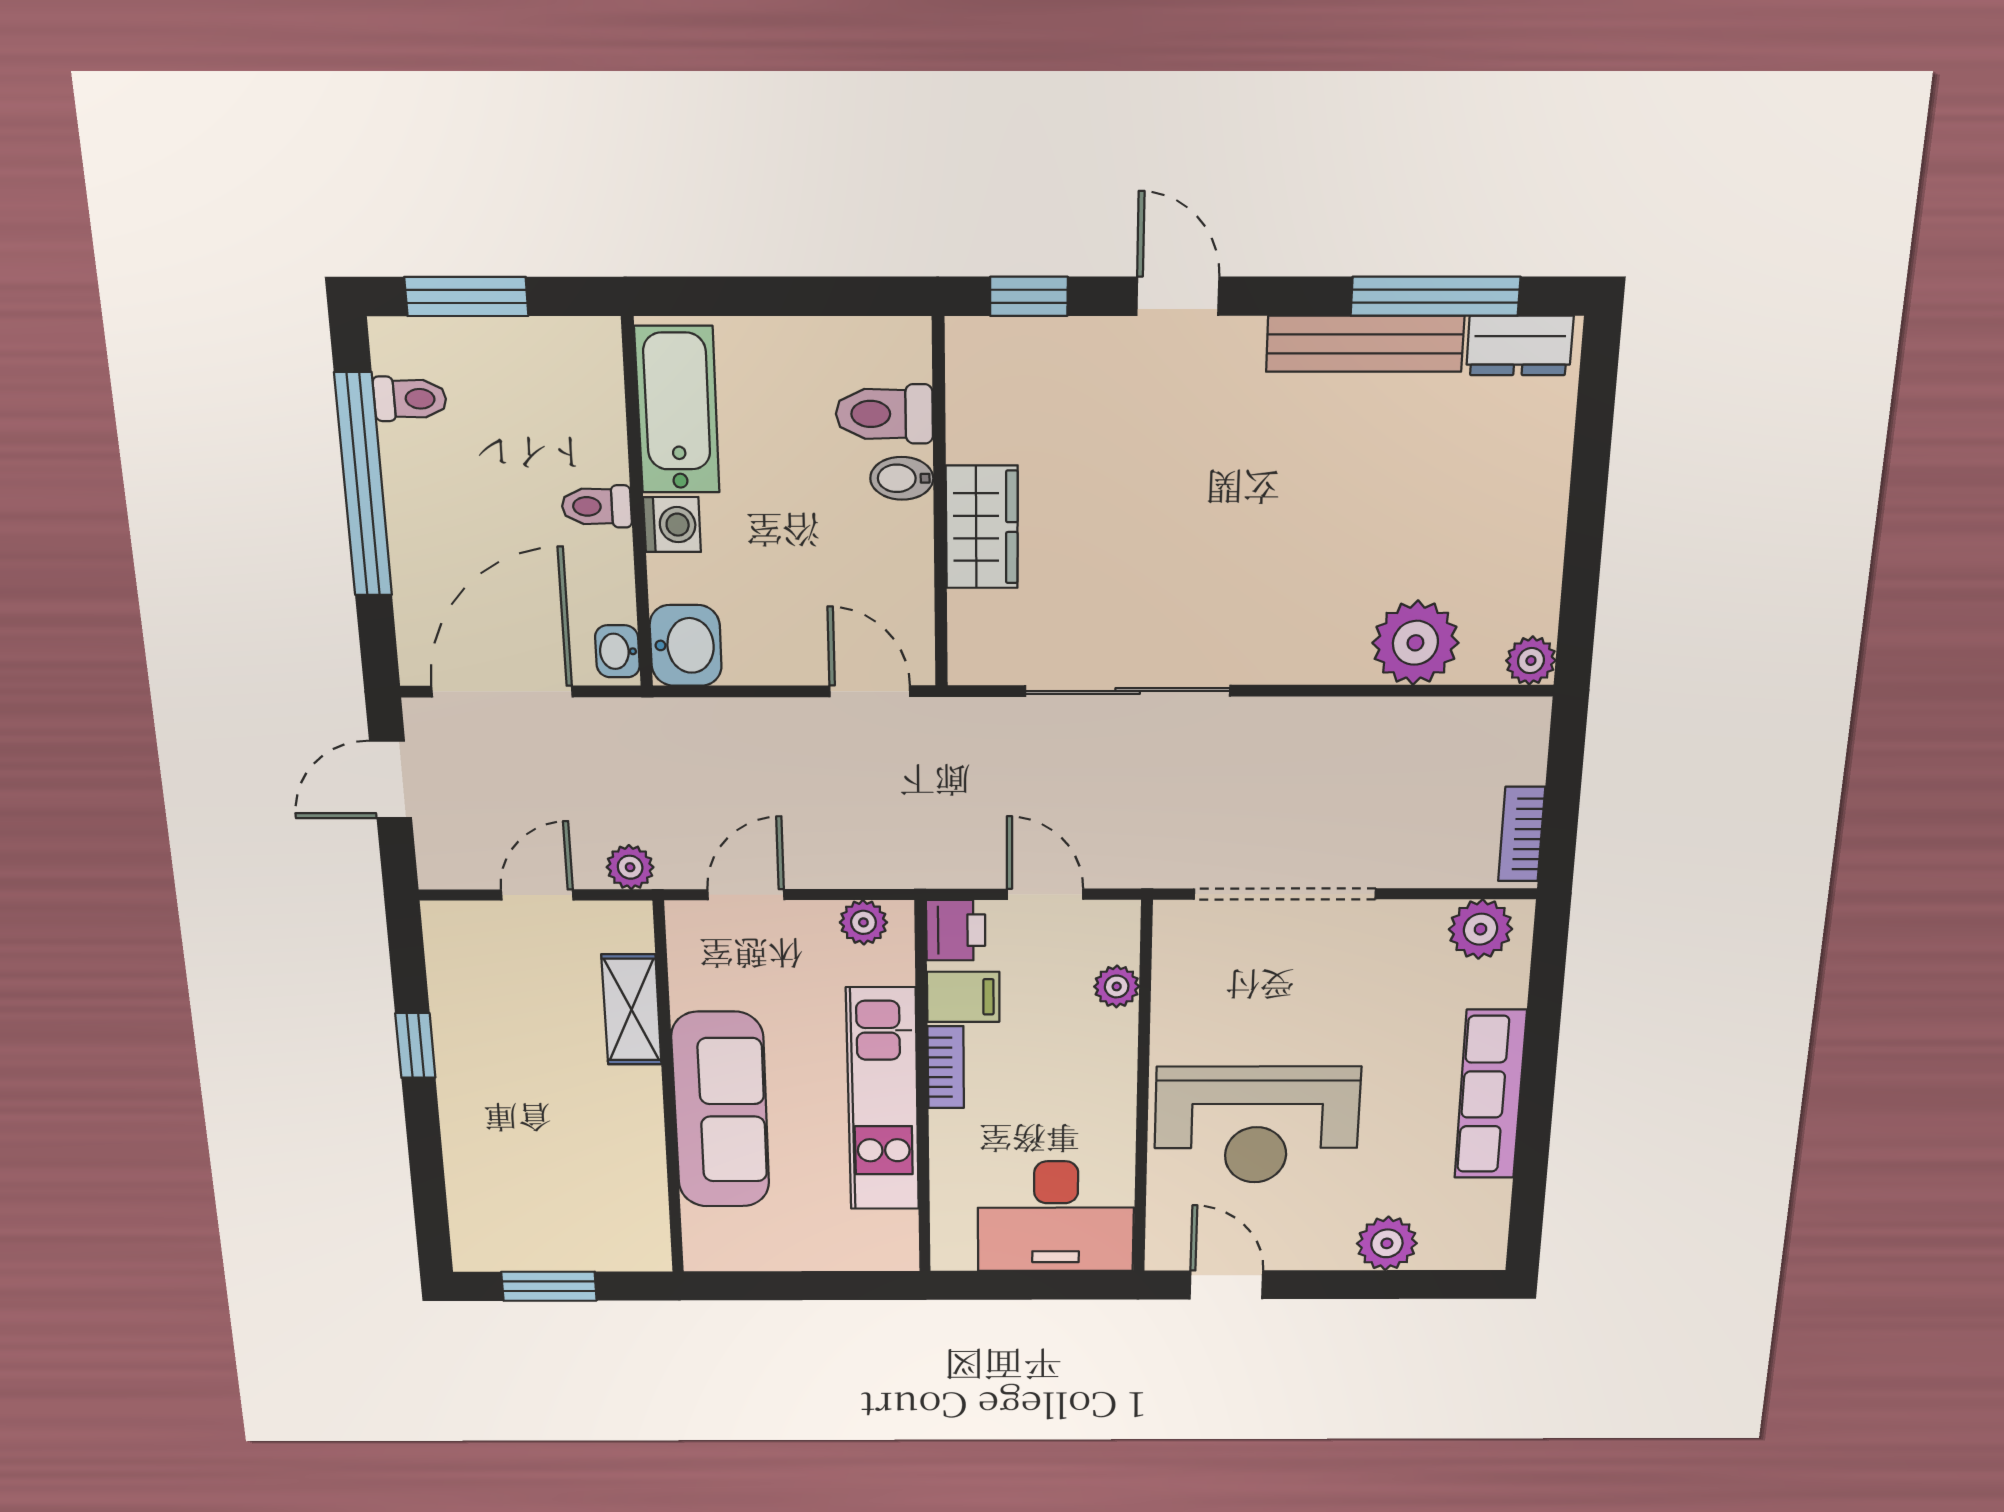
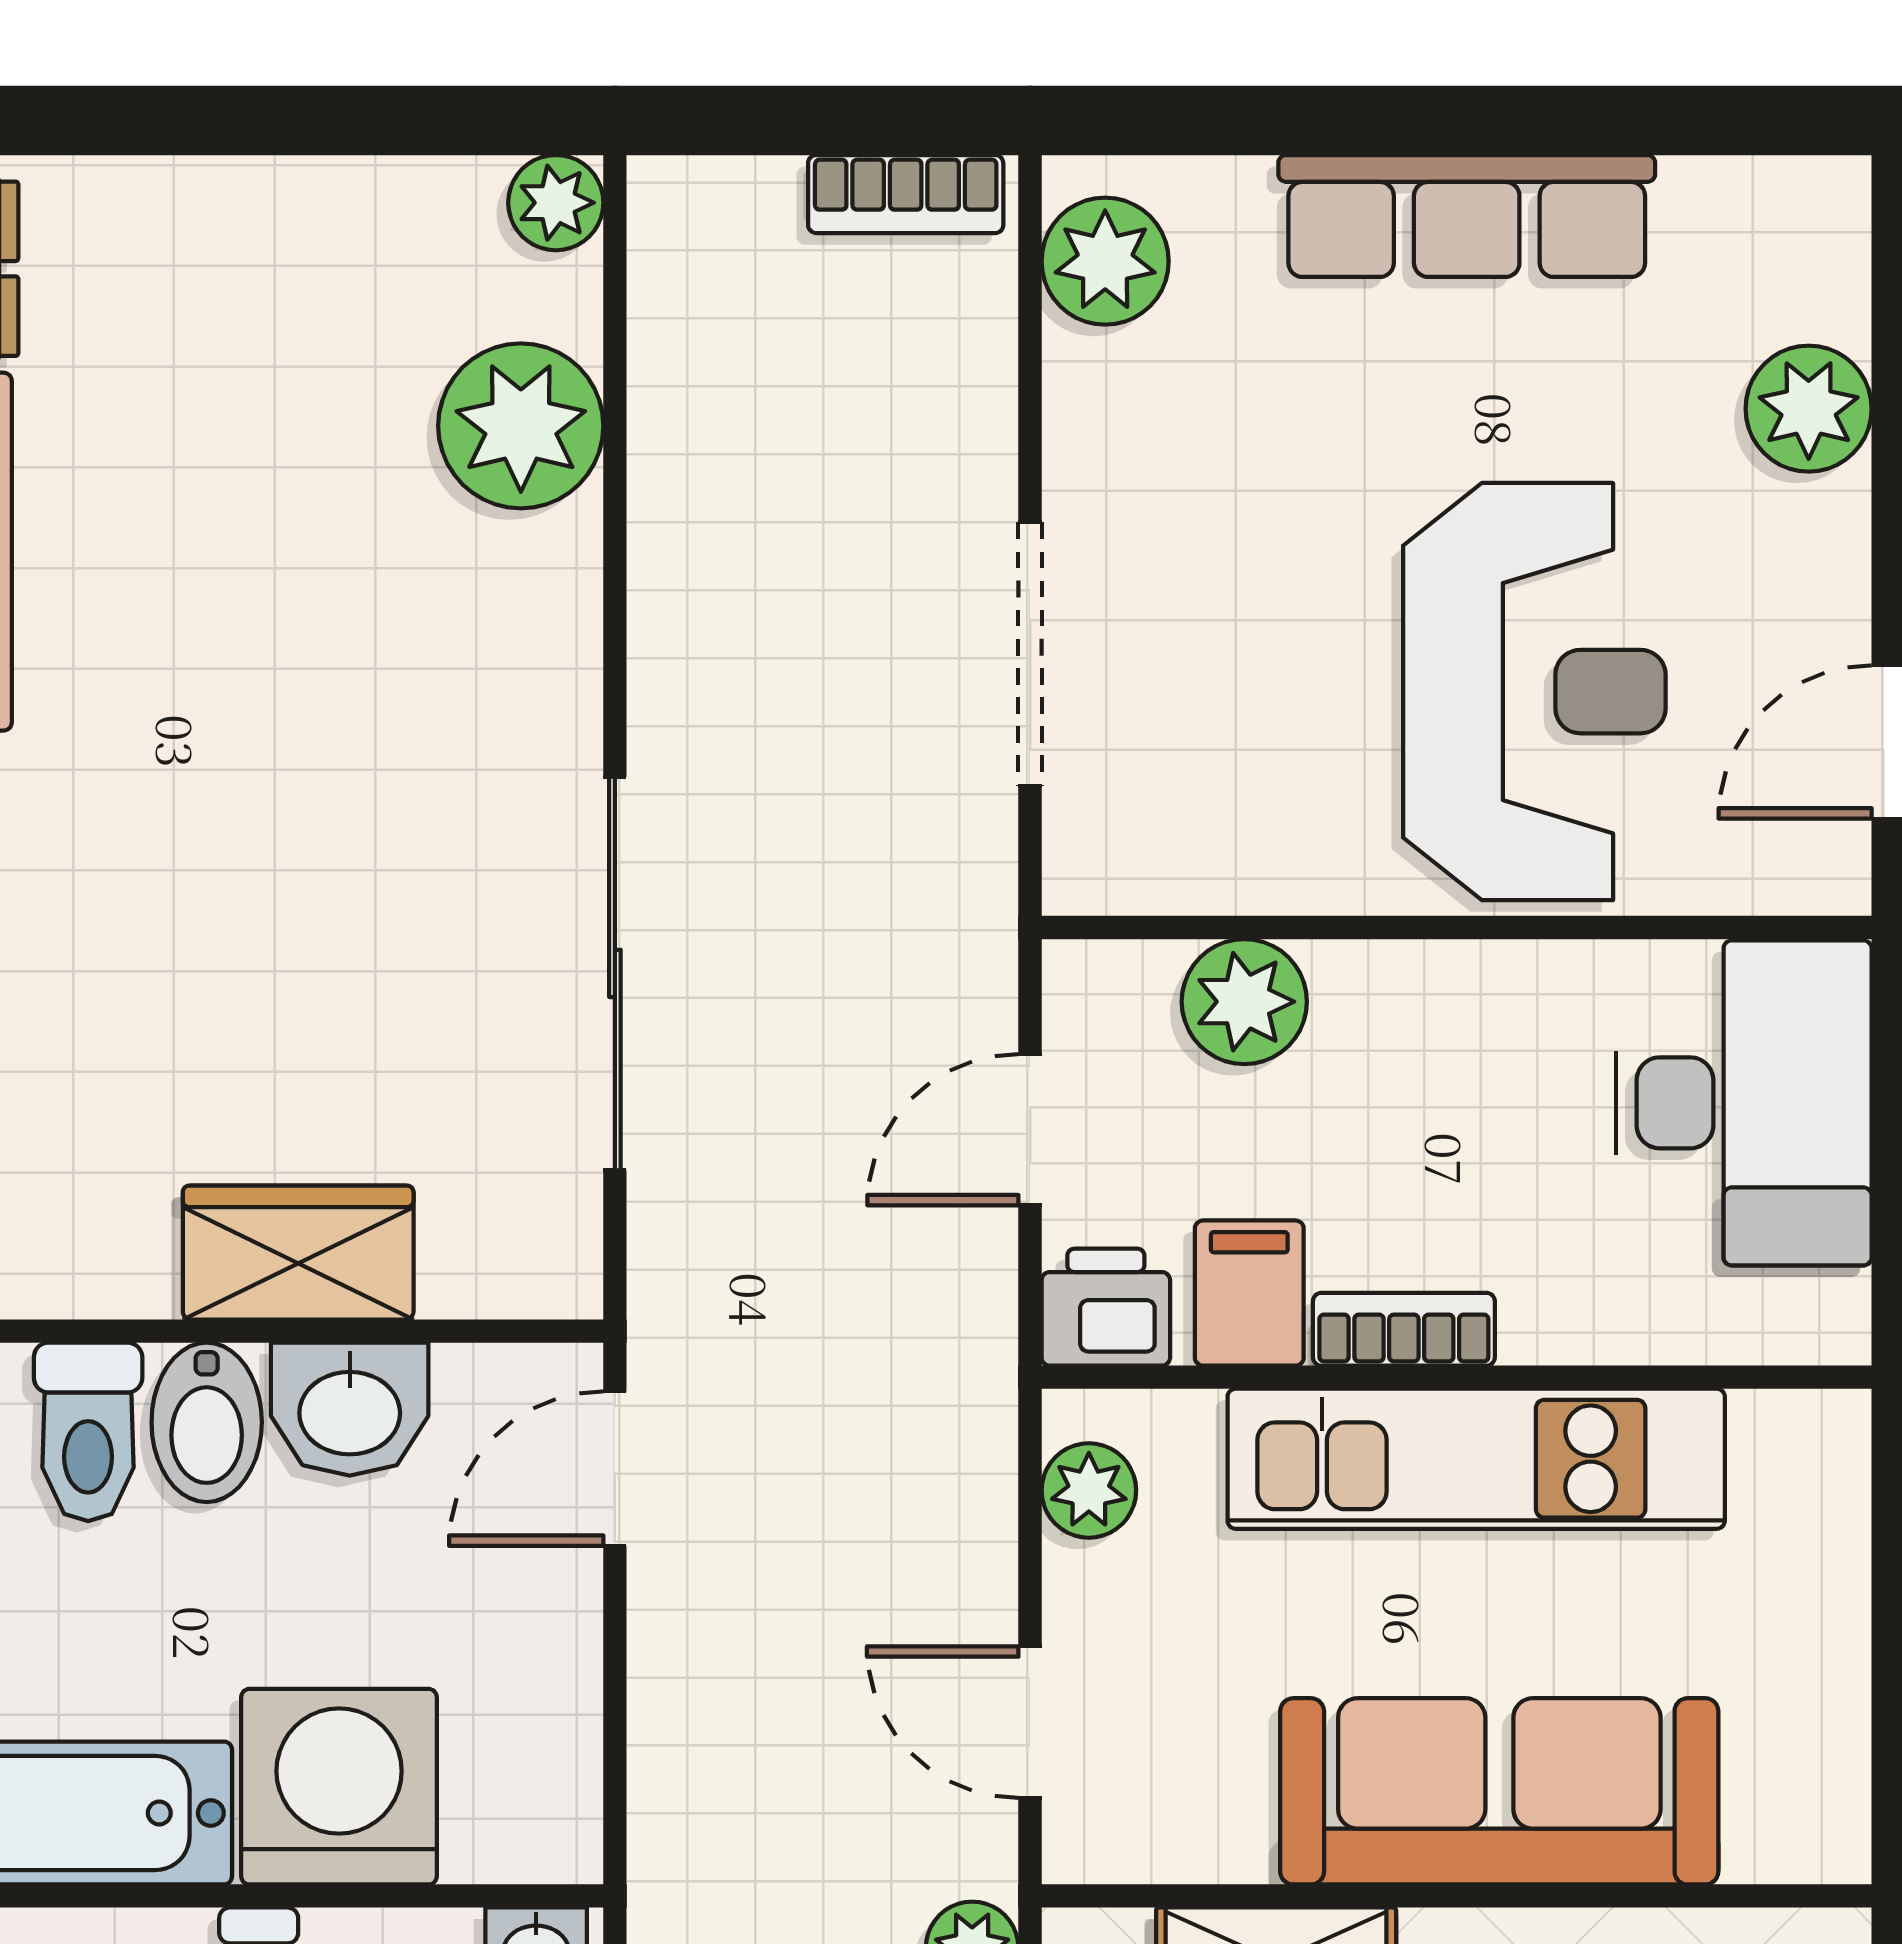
bidet: (902, 478) -> (207, 1422), width x1.38, depth x1.36
washing machine: (672, 525) -> (339, 1787), width x1.89, depth x1.89
washbasin: (686, 645) -> (350, 1409), moved, turned 180
doorway: (1285, 894) -> (1030, 654), width x0.73
plant: (1117, 986) -> (1244, 1002), width x1.38, depth x1.38

